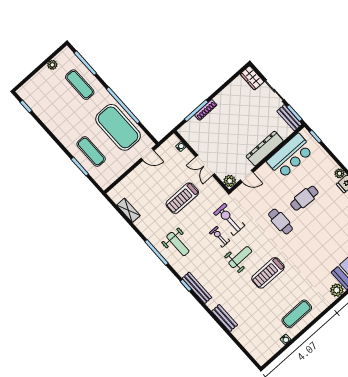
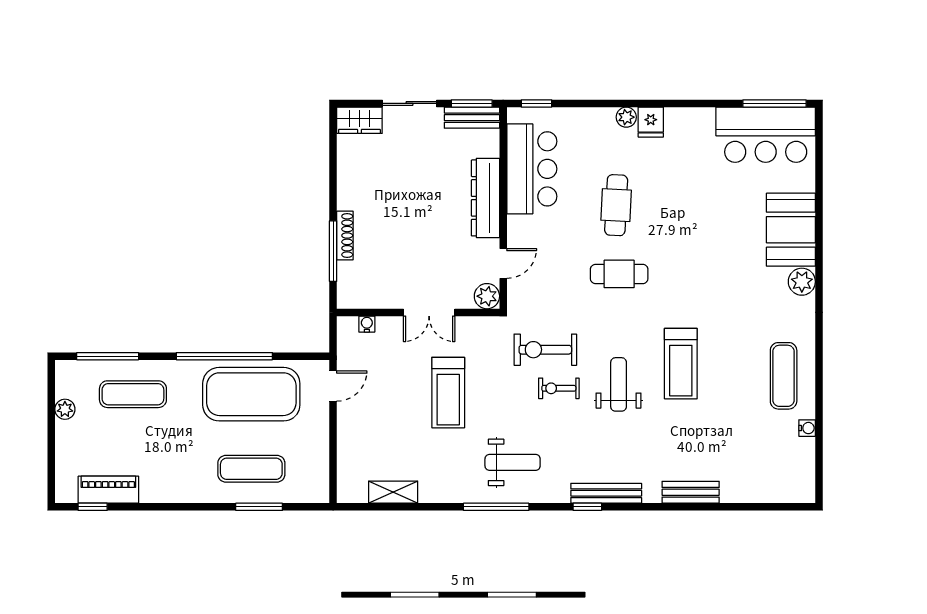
piano: (37, 107) -> (108, 490), added

